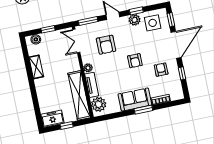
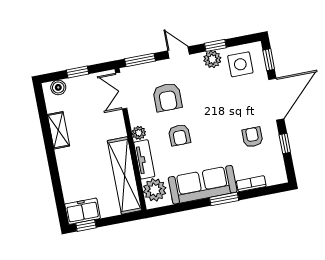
armchair: (135, 61) -> (179, 135), moved
sofa: (135, 100) -> (203, 185), width x1.36
window: (67, 125) -> (86, 226), moved

